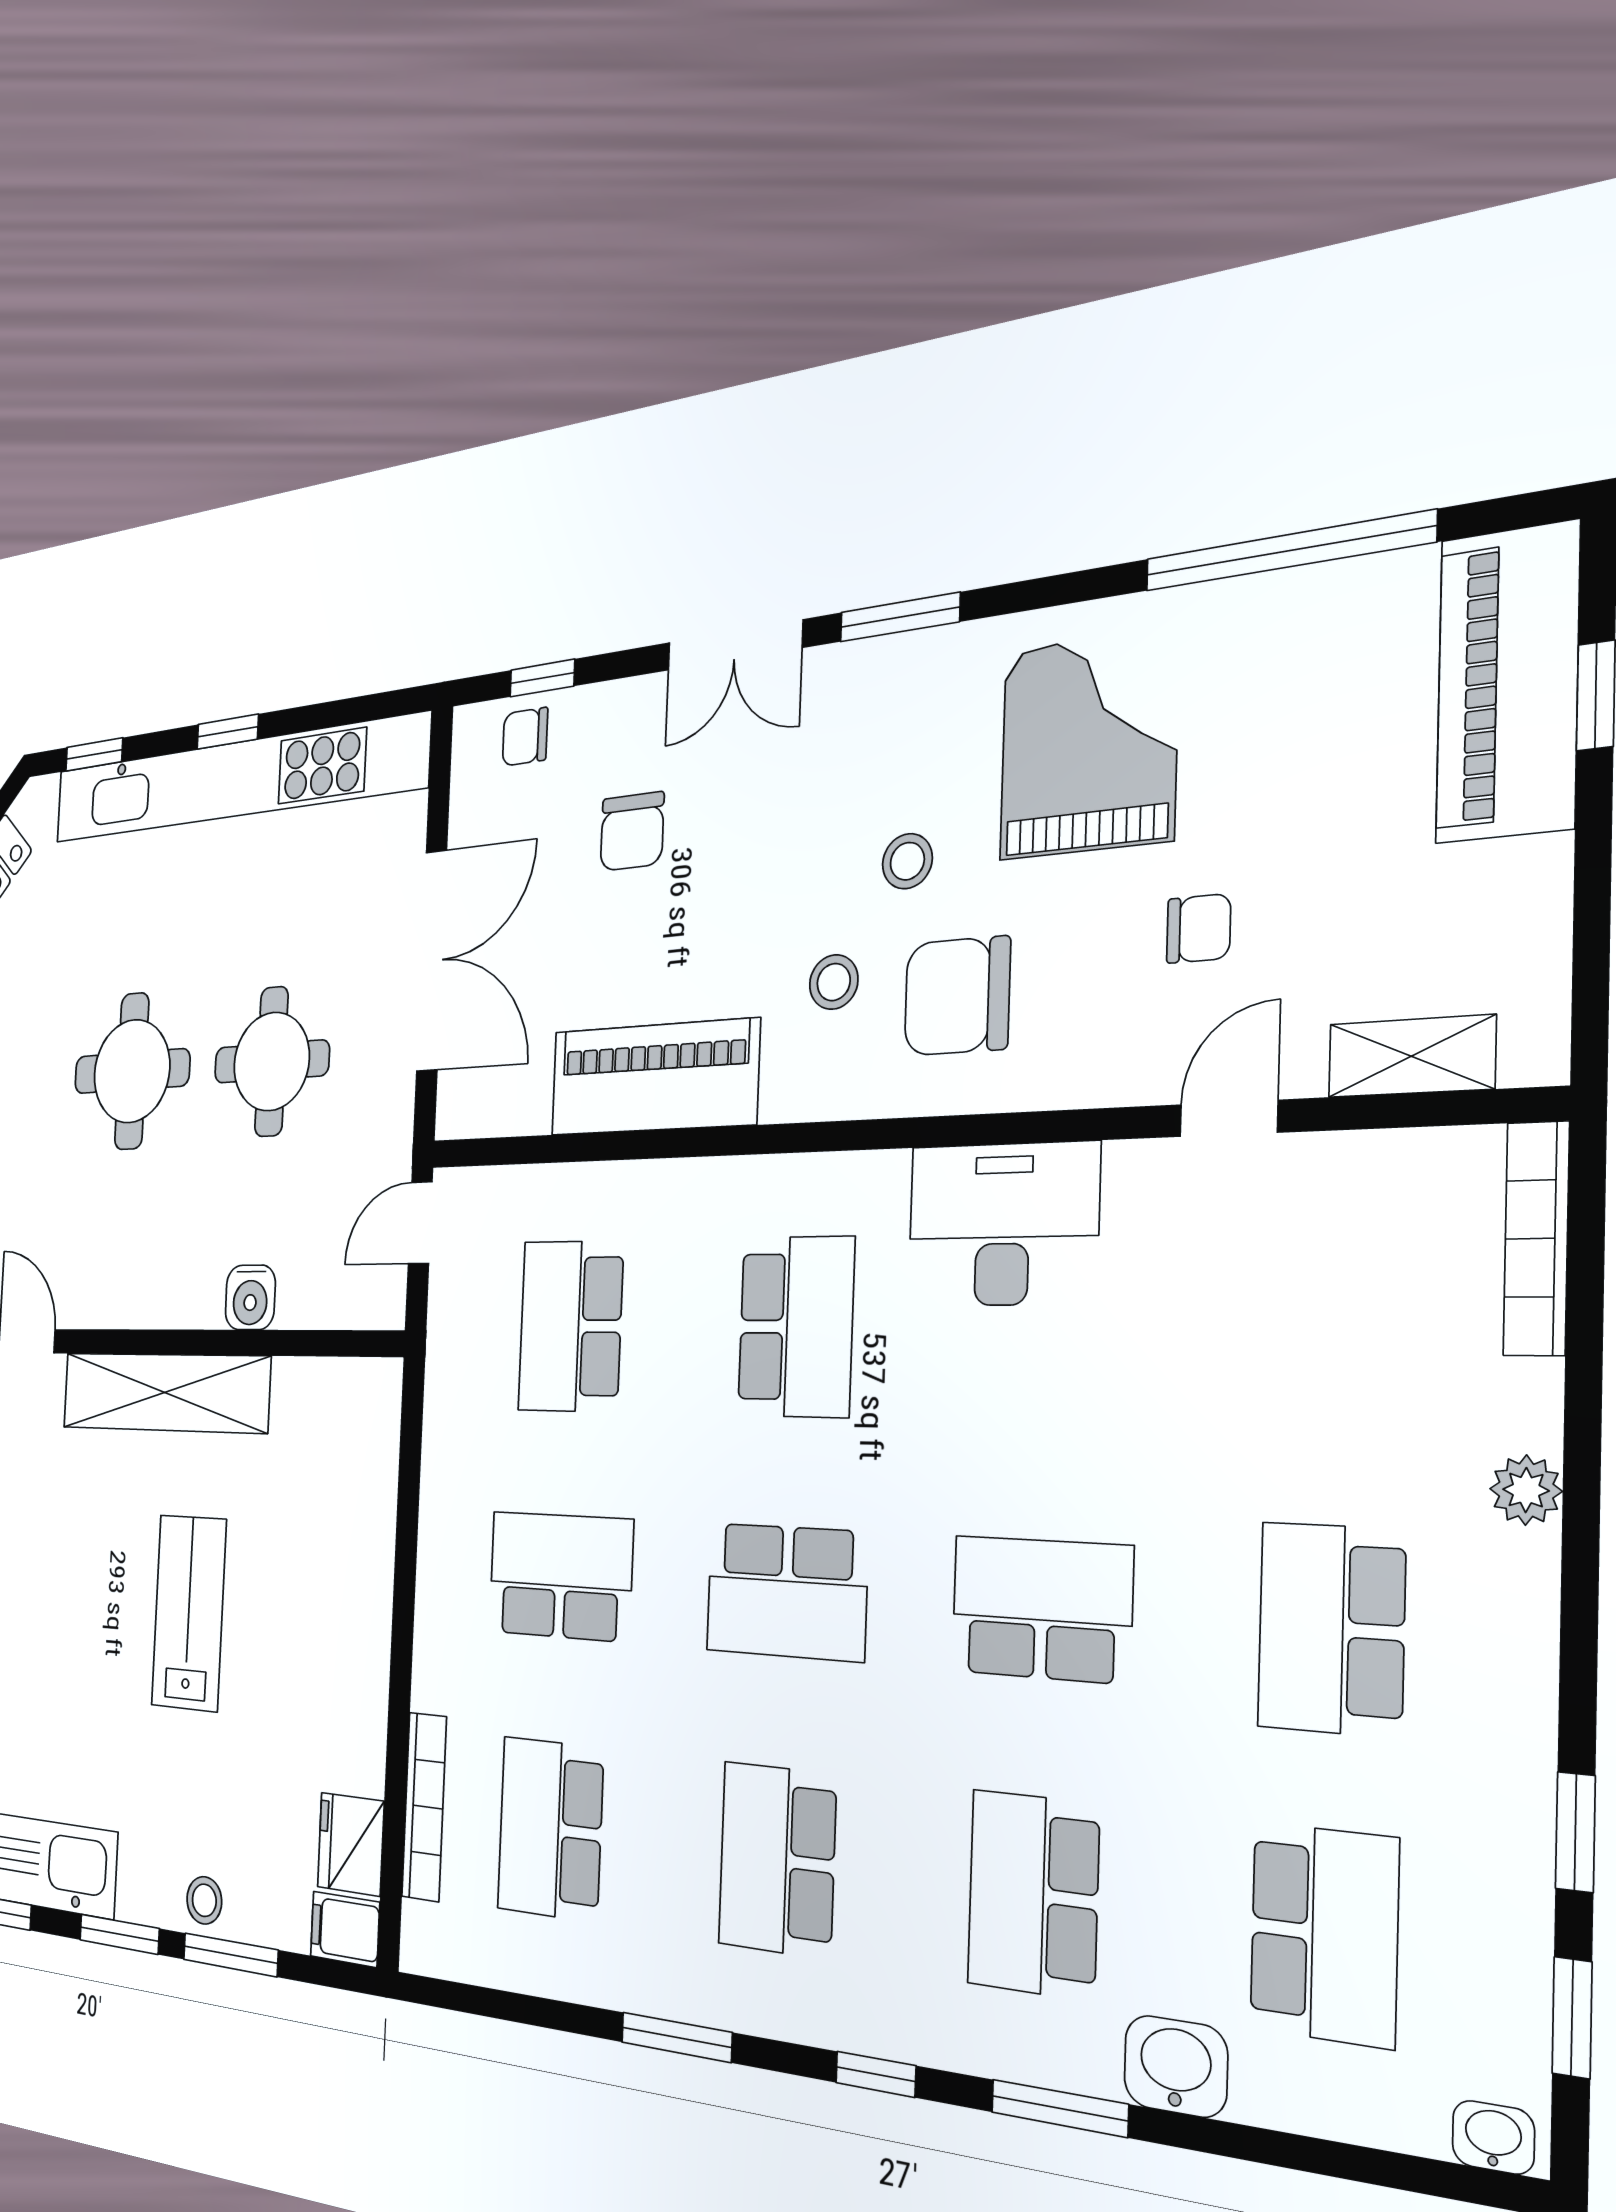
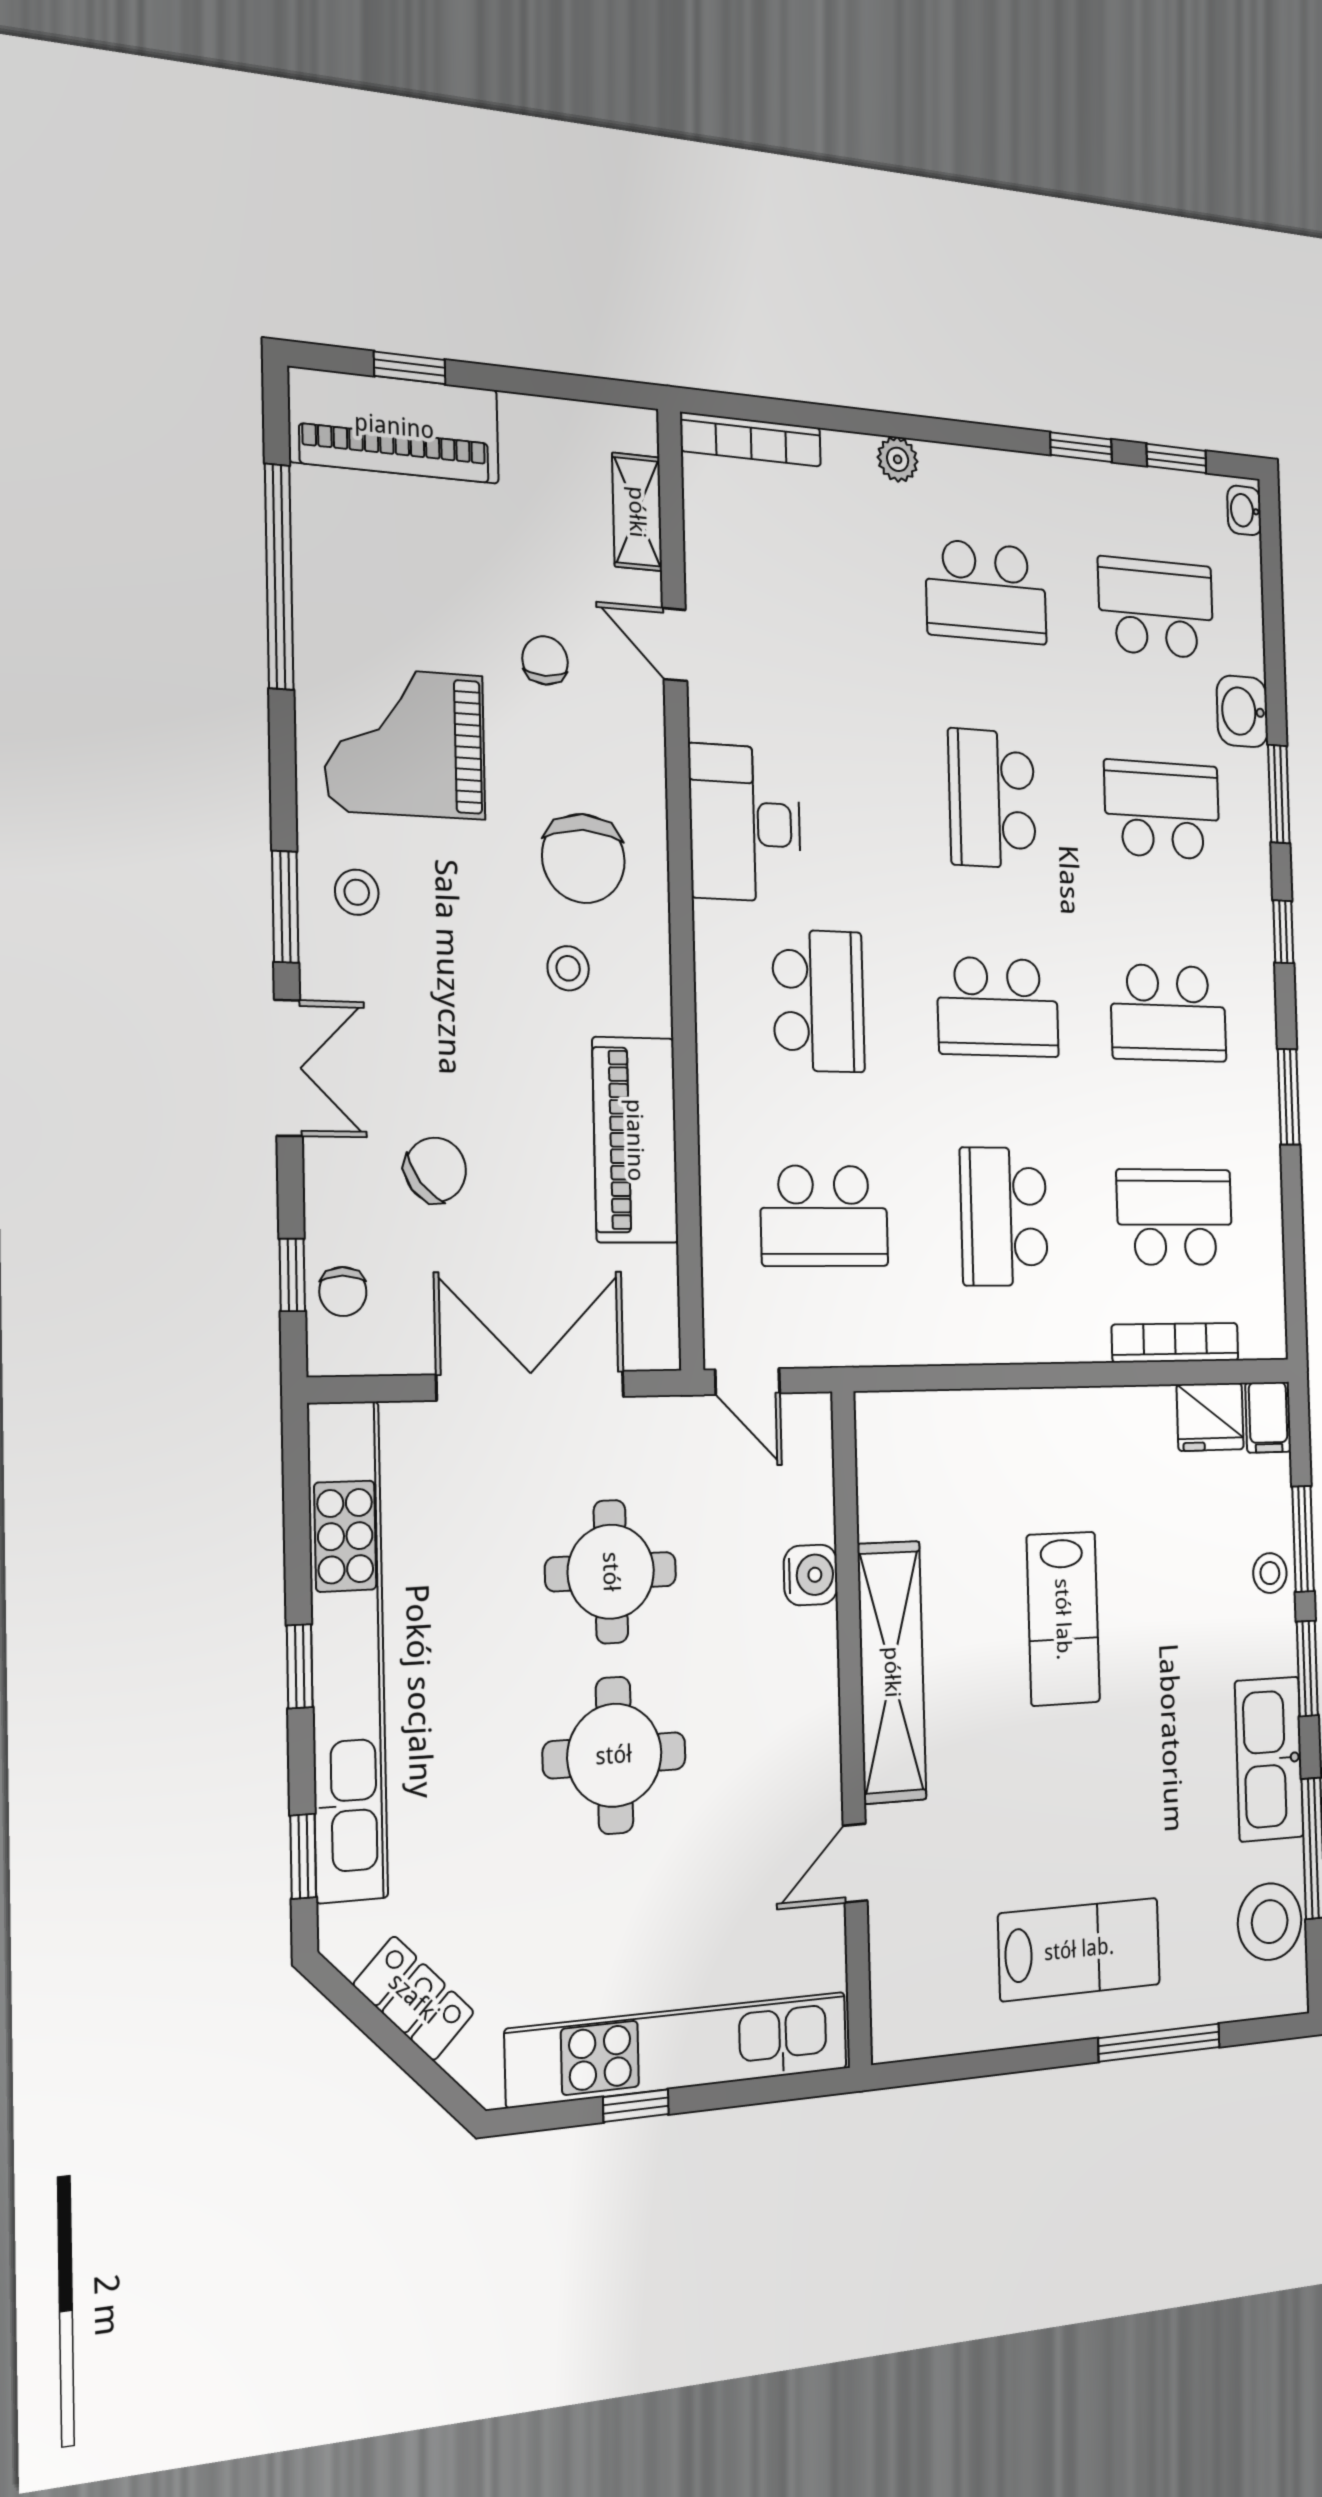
chair: (632, 831) -> (435, 1170), turned -38
stool: (907, 861) -> (357, 892), moved
school desk: (796, 1327) -> (819, 1001), turned 90
school desk: (787, 1592) -> (998, 1007), turned 90
lab bench: (189, 1613) -> (1063, 1619), turned -90
school desk: (550, 1829) -> (1175, 1217), turned 180
school desk: (1033, 1894) -> (1162, 810), turned 180

